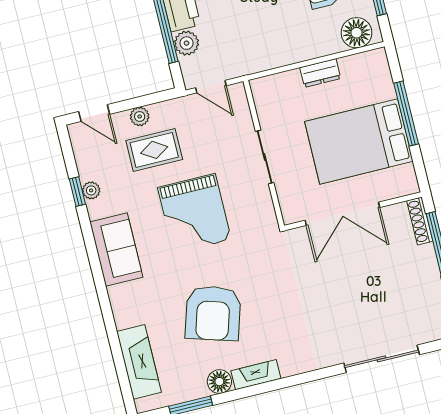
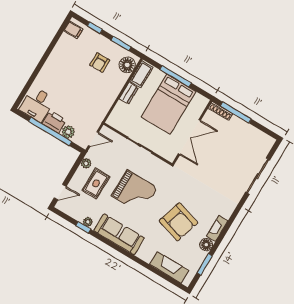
cot: (363, 65) -> (141, 74), added
plant: (140, 116) -> (86, 163), moved
sofa: (116, 250) -> (119, 234), width x1.36

